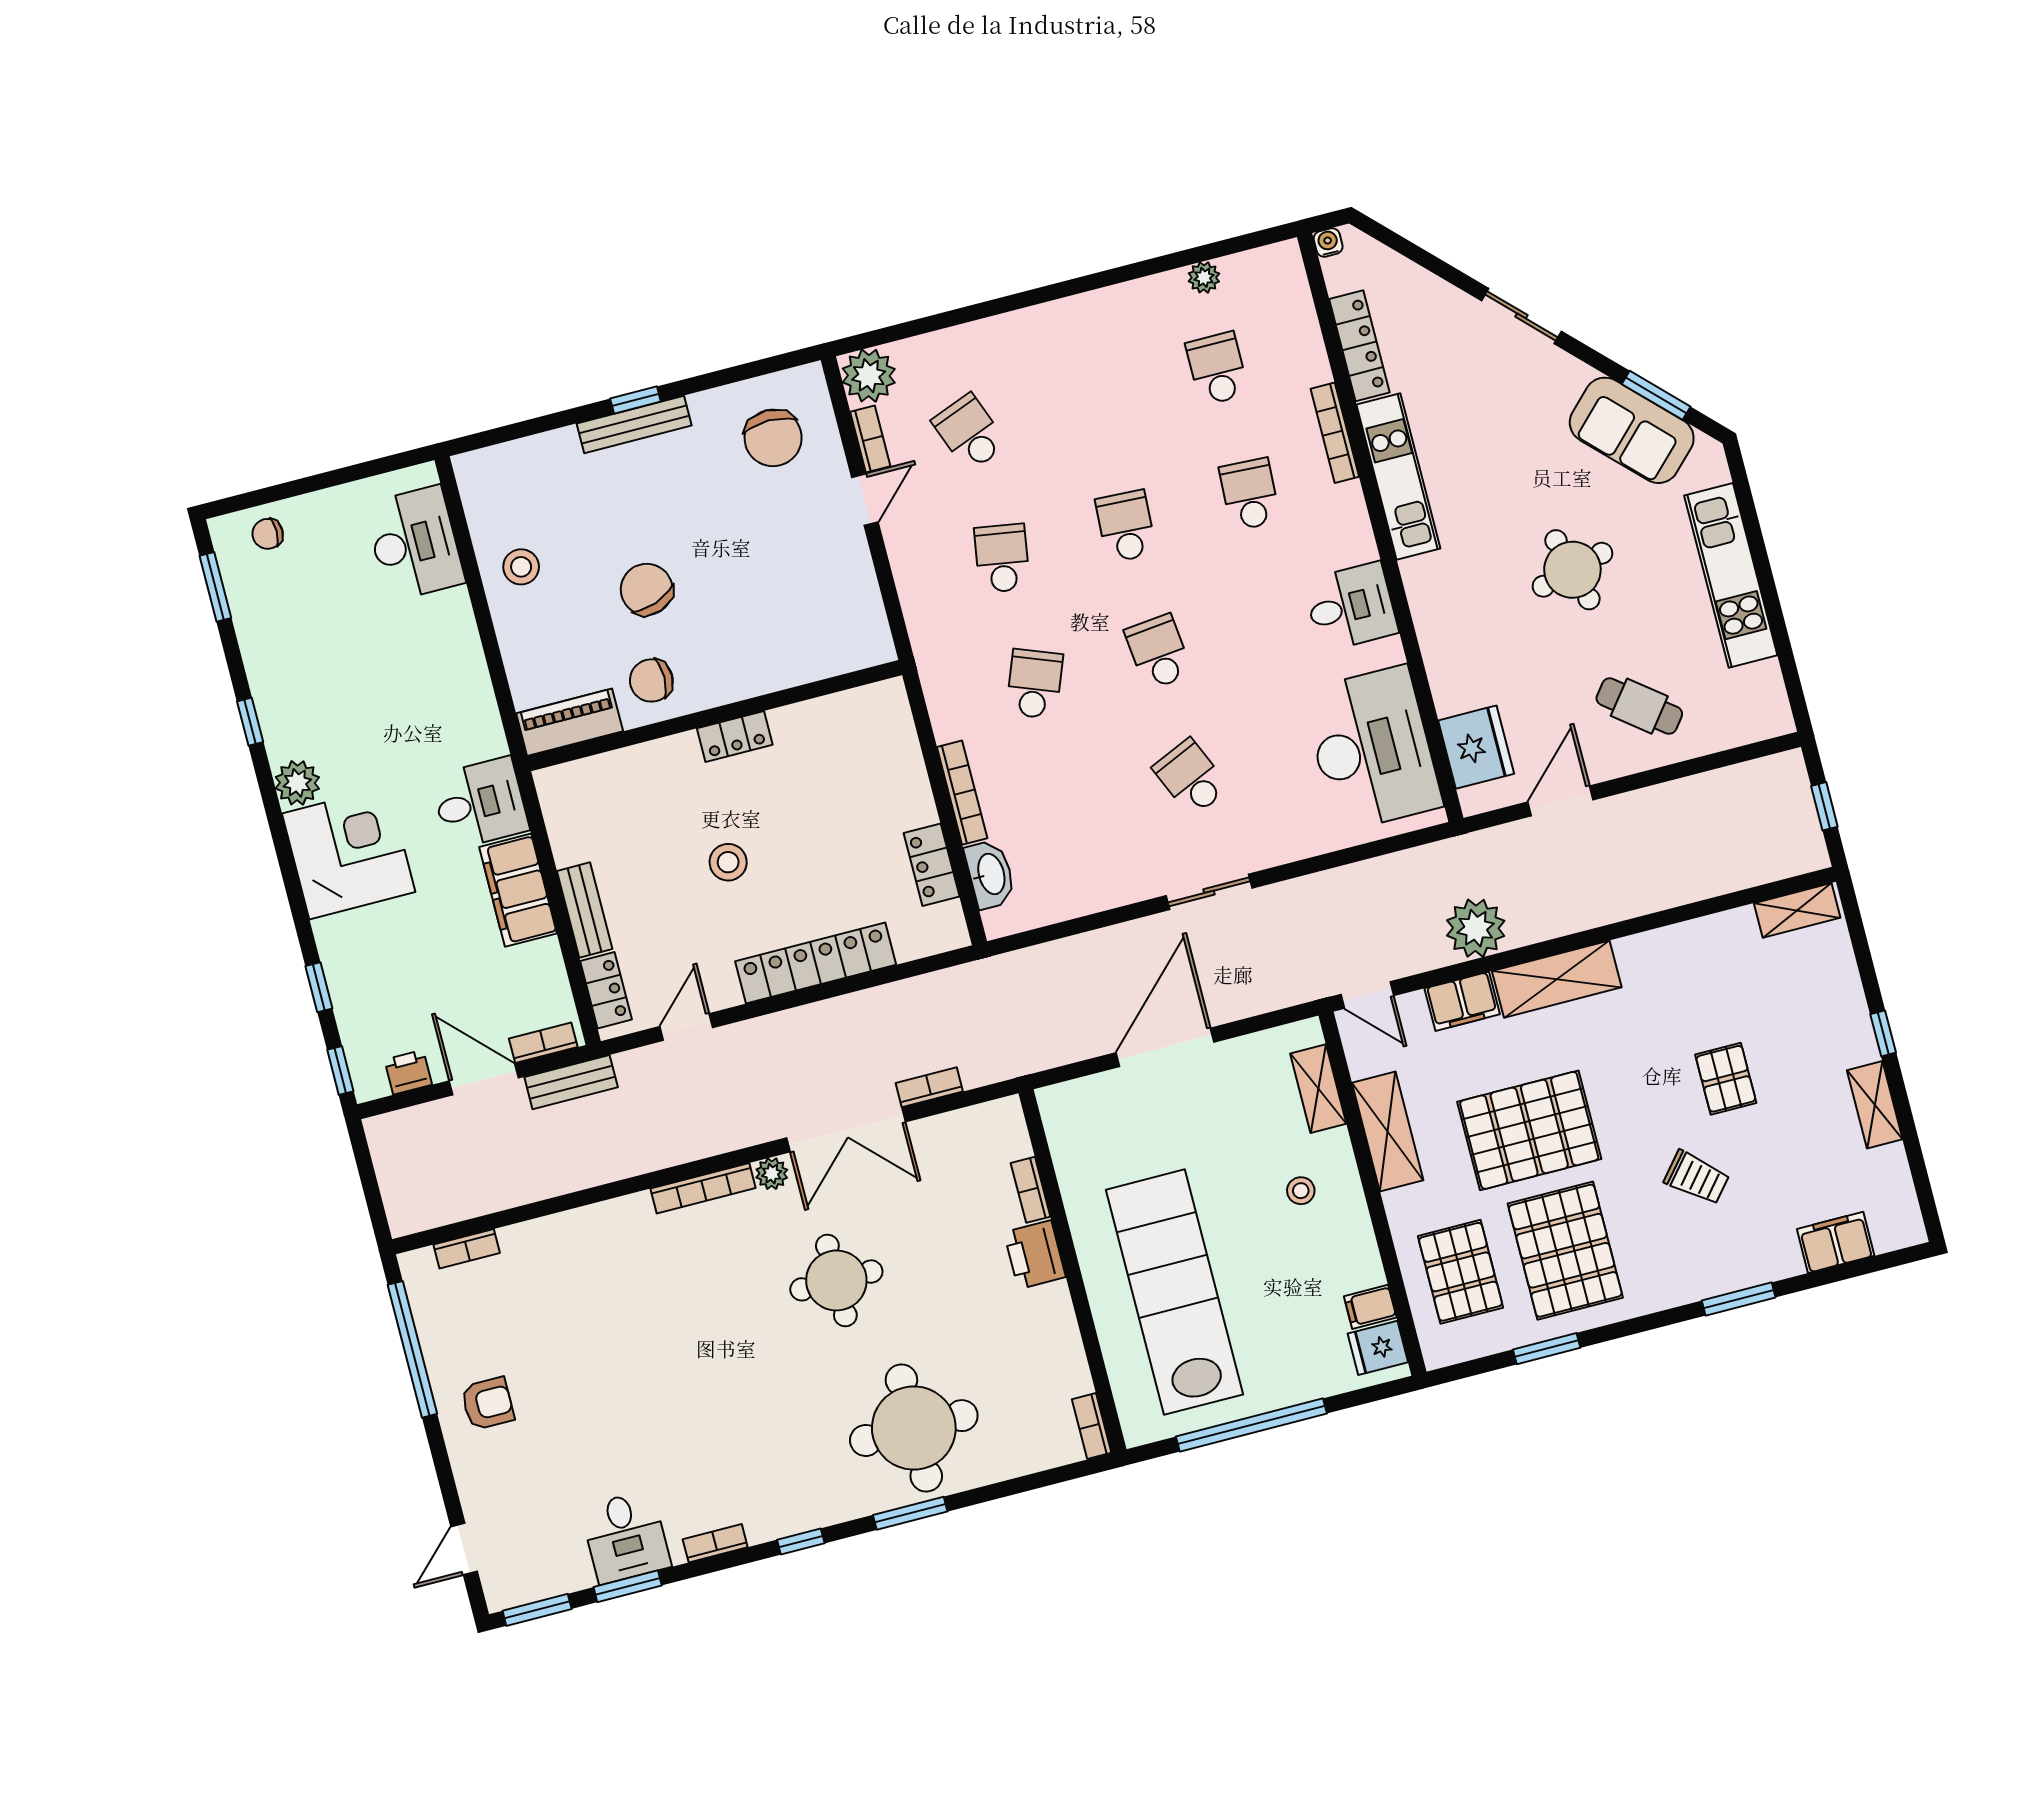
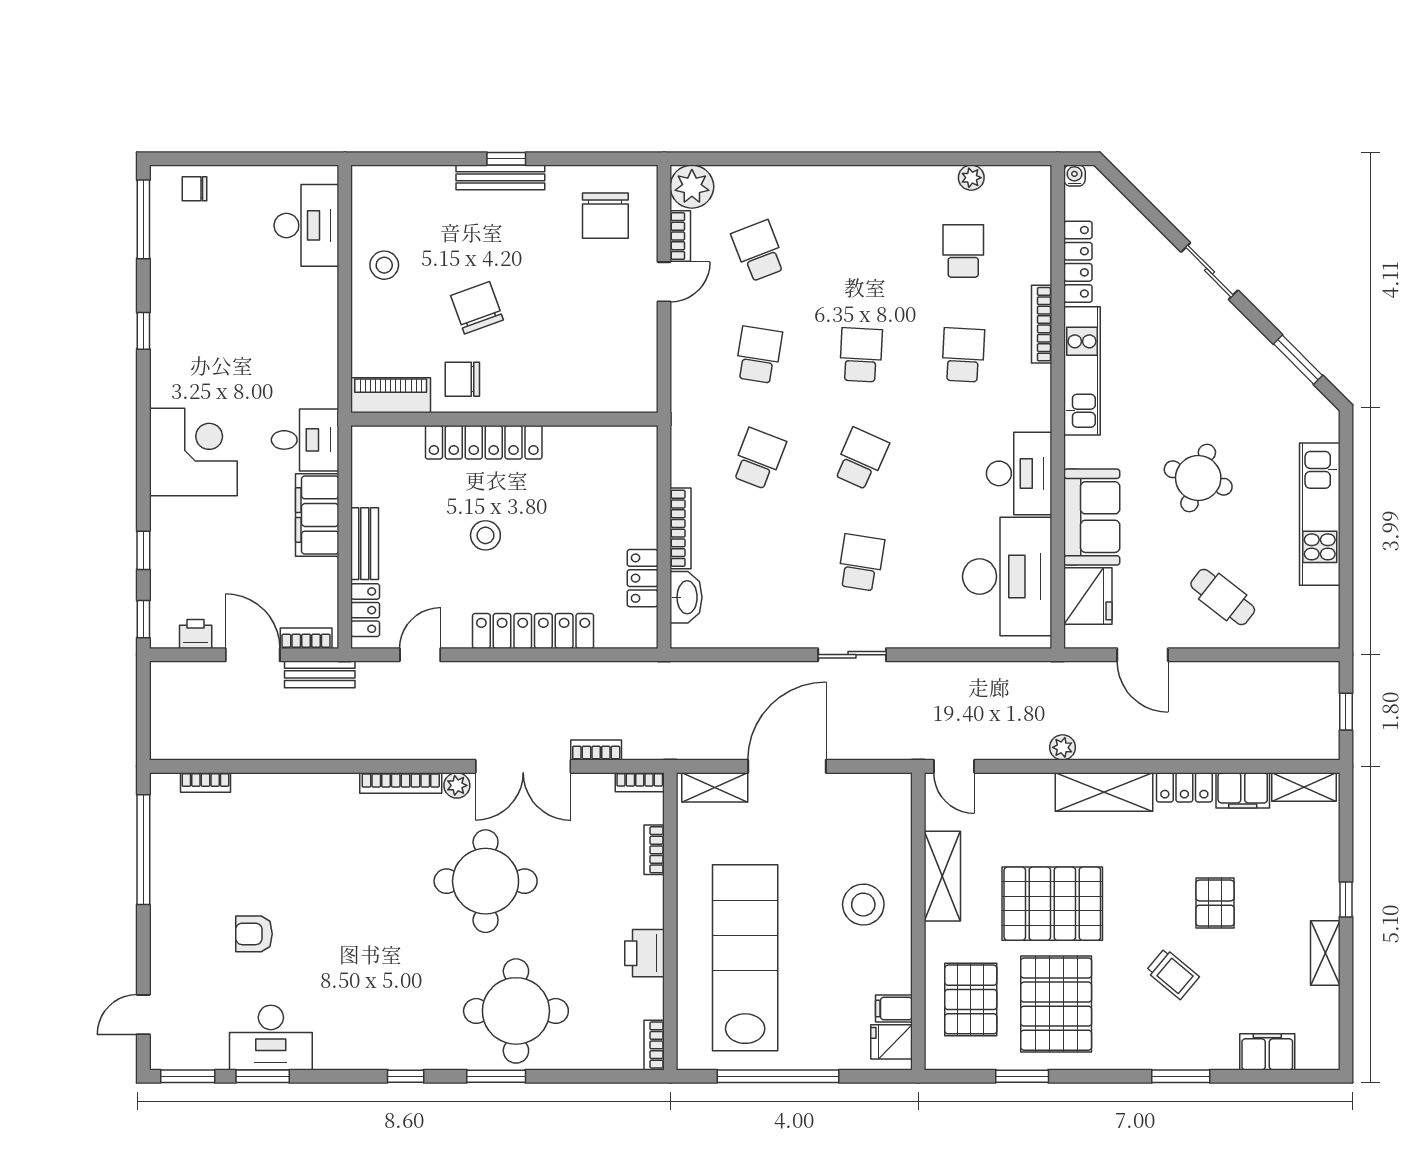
sofa: (1632, 430) -> (1092, 517), moved, turned -135
round table: (1572, 570) -> (1198, 478), turned 34
window: (215, 587) -> (143, 219), width x1.44
desk: (1351, 607) -> (1019, 473), width x1.37
school desk: (1158, 652) -> (861, 459), turned 30
locker: (735, 737) -> (484, 442), width x2.16, depth x1.21
school desk: (1191, 778) -> (861, 563), turned 33
plant: (297, 783) -> (168, 388), removed
door: (1560, 801) -> (1143, 655), swing flipped
plant: (1476, 928) -> (1062, 747), width x0.53, depth x0.53
locker: (1653, 948) -> (1184, 787), added
filing cabinet: (1462, 1001) -> (1243, 790), moved
shelving: (1318, 1089) -> (715, 787), moved, turned 90
stool: (1301, 1191) -> (863, 905), width x1.89, depth x1.89
printer: (1035, 1255) -> (644, 953), moved
round table: (836, 1280) -> (486, 881), width x1.36, depth x1.36
armchair: (488, 1404) -> (254, 934), moved, turned 180
desk: (626, 1537) -> (271, 1038), width x1.37
bookcase: (715, 1543) -> (640, 782), moved, turned 180

